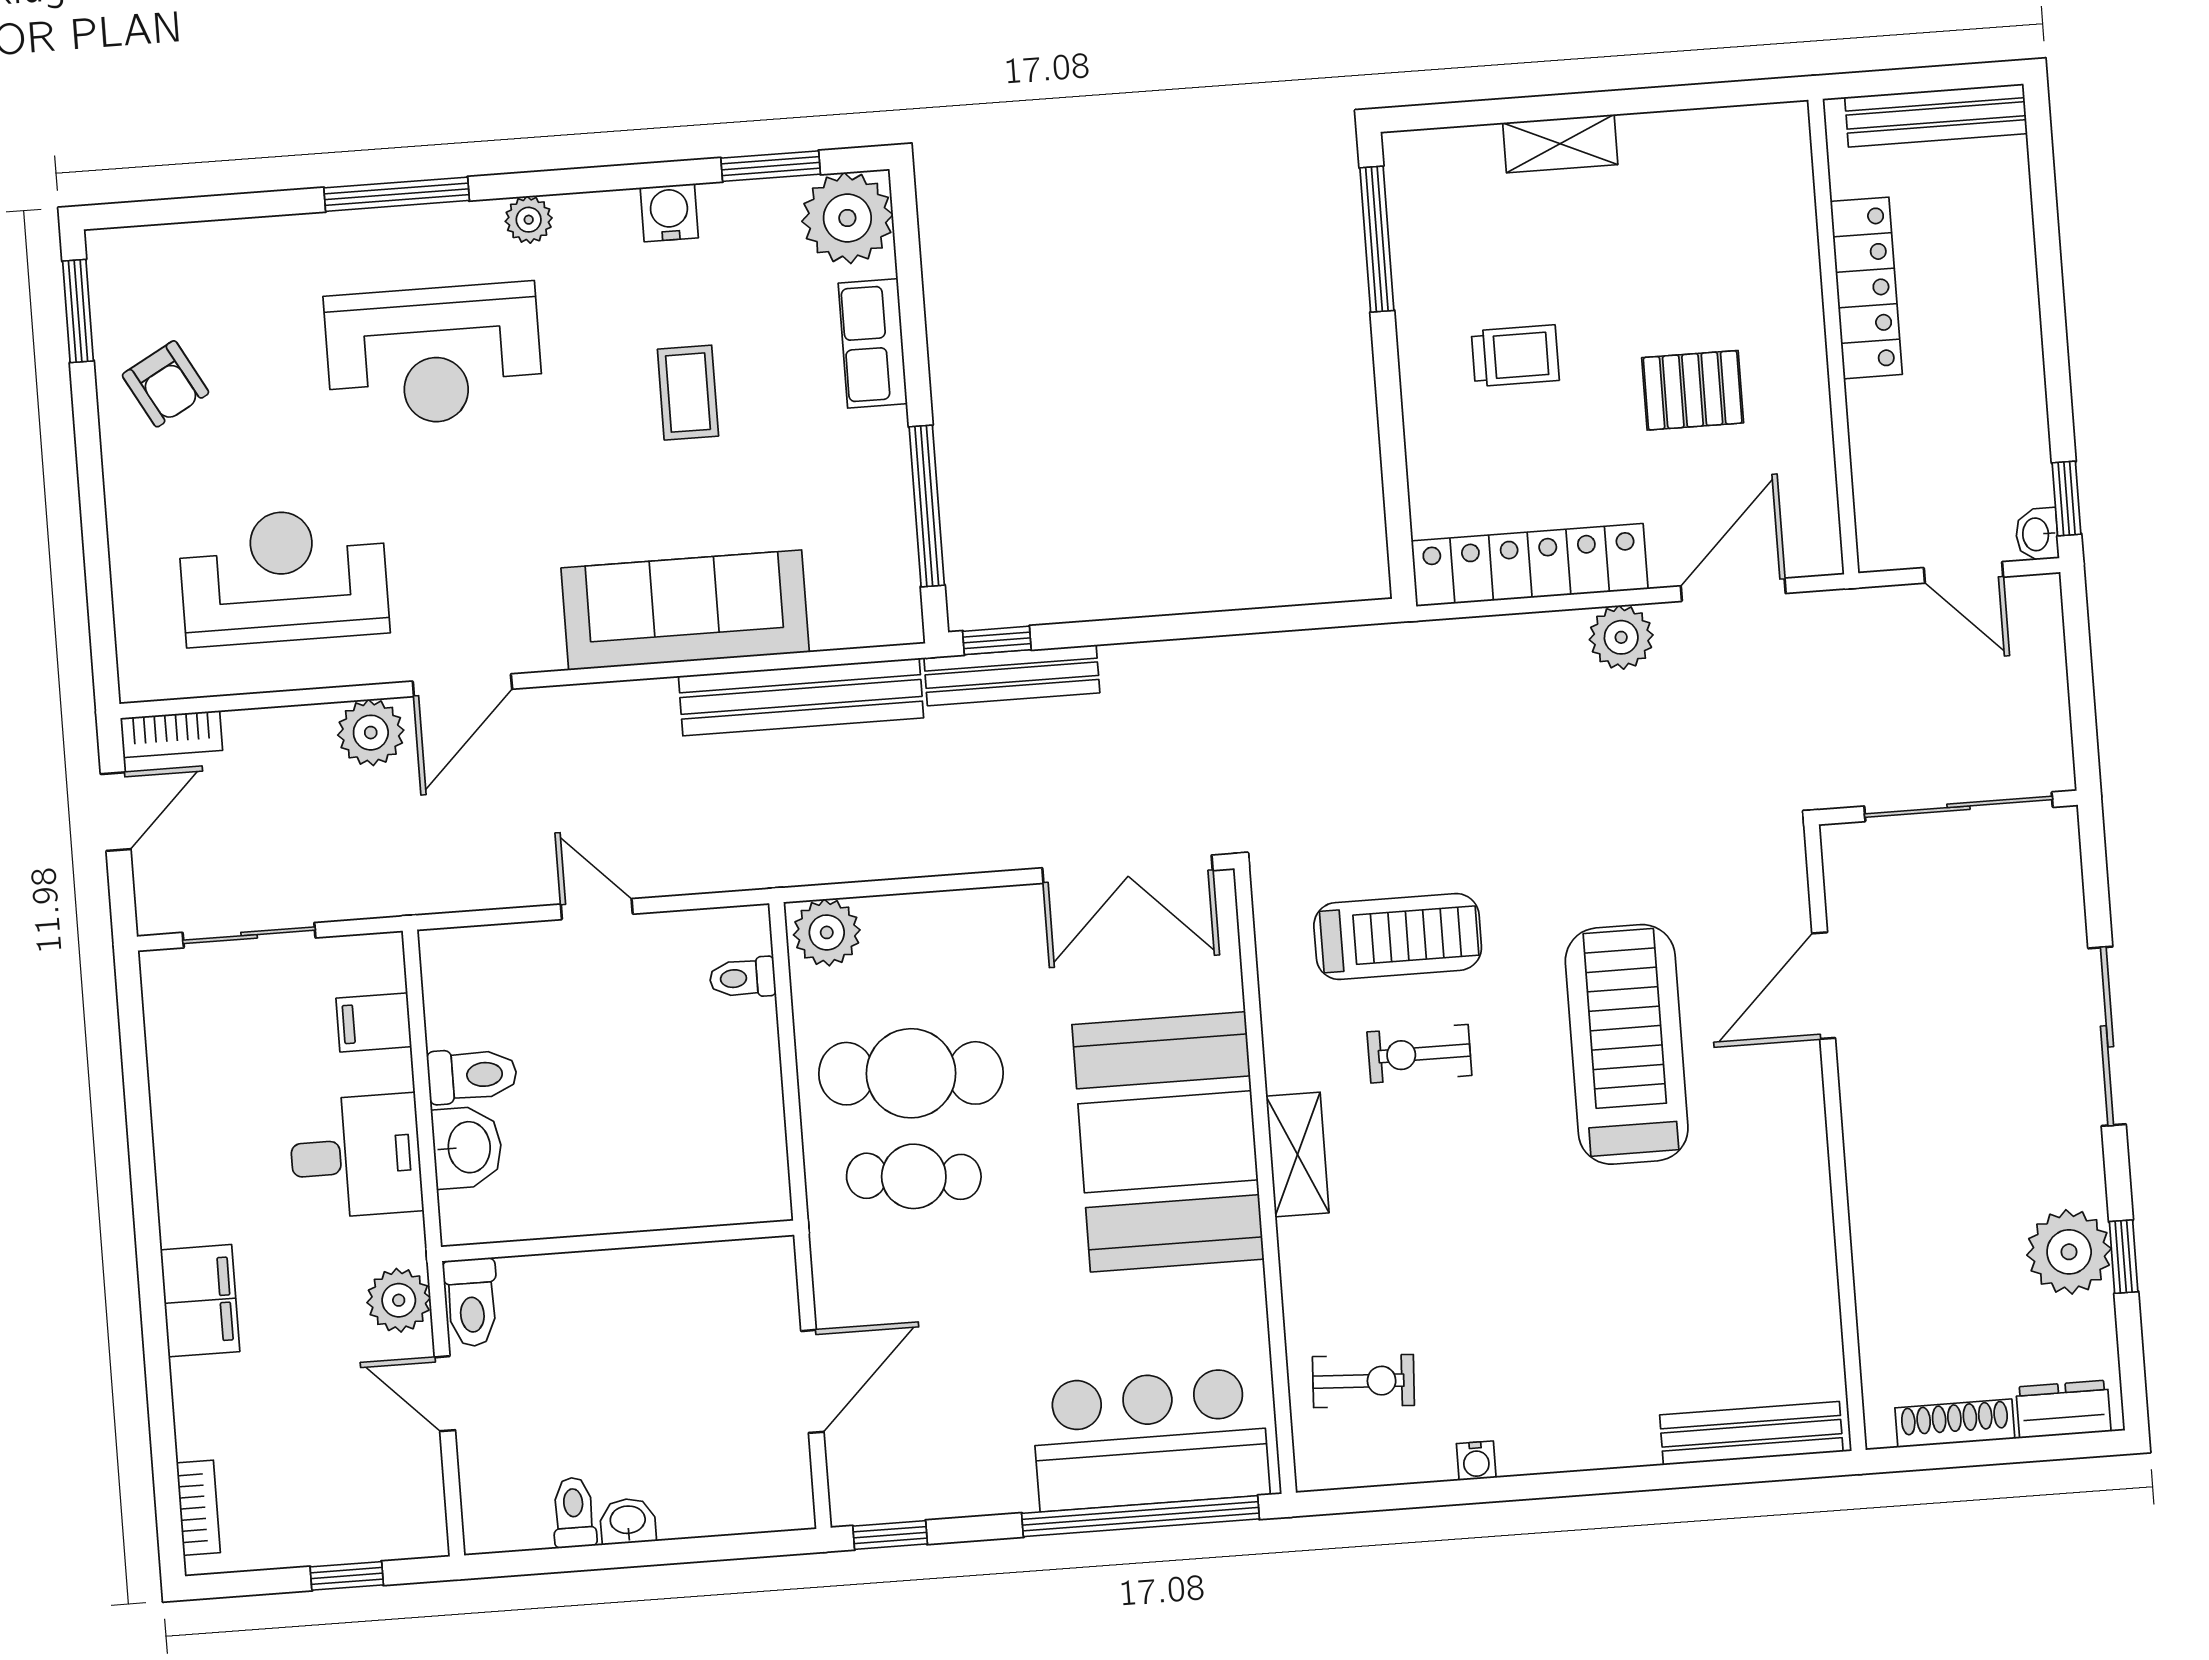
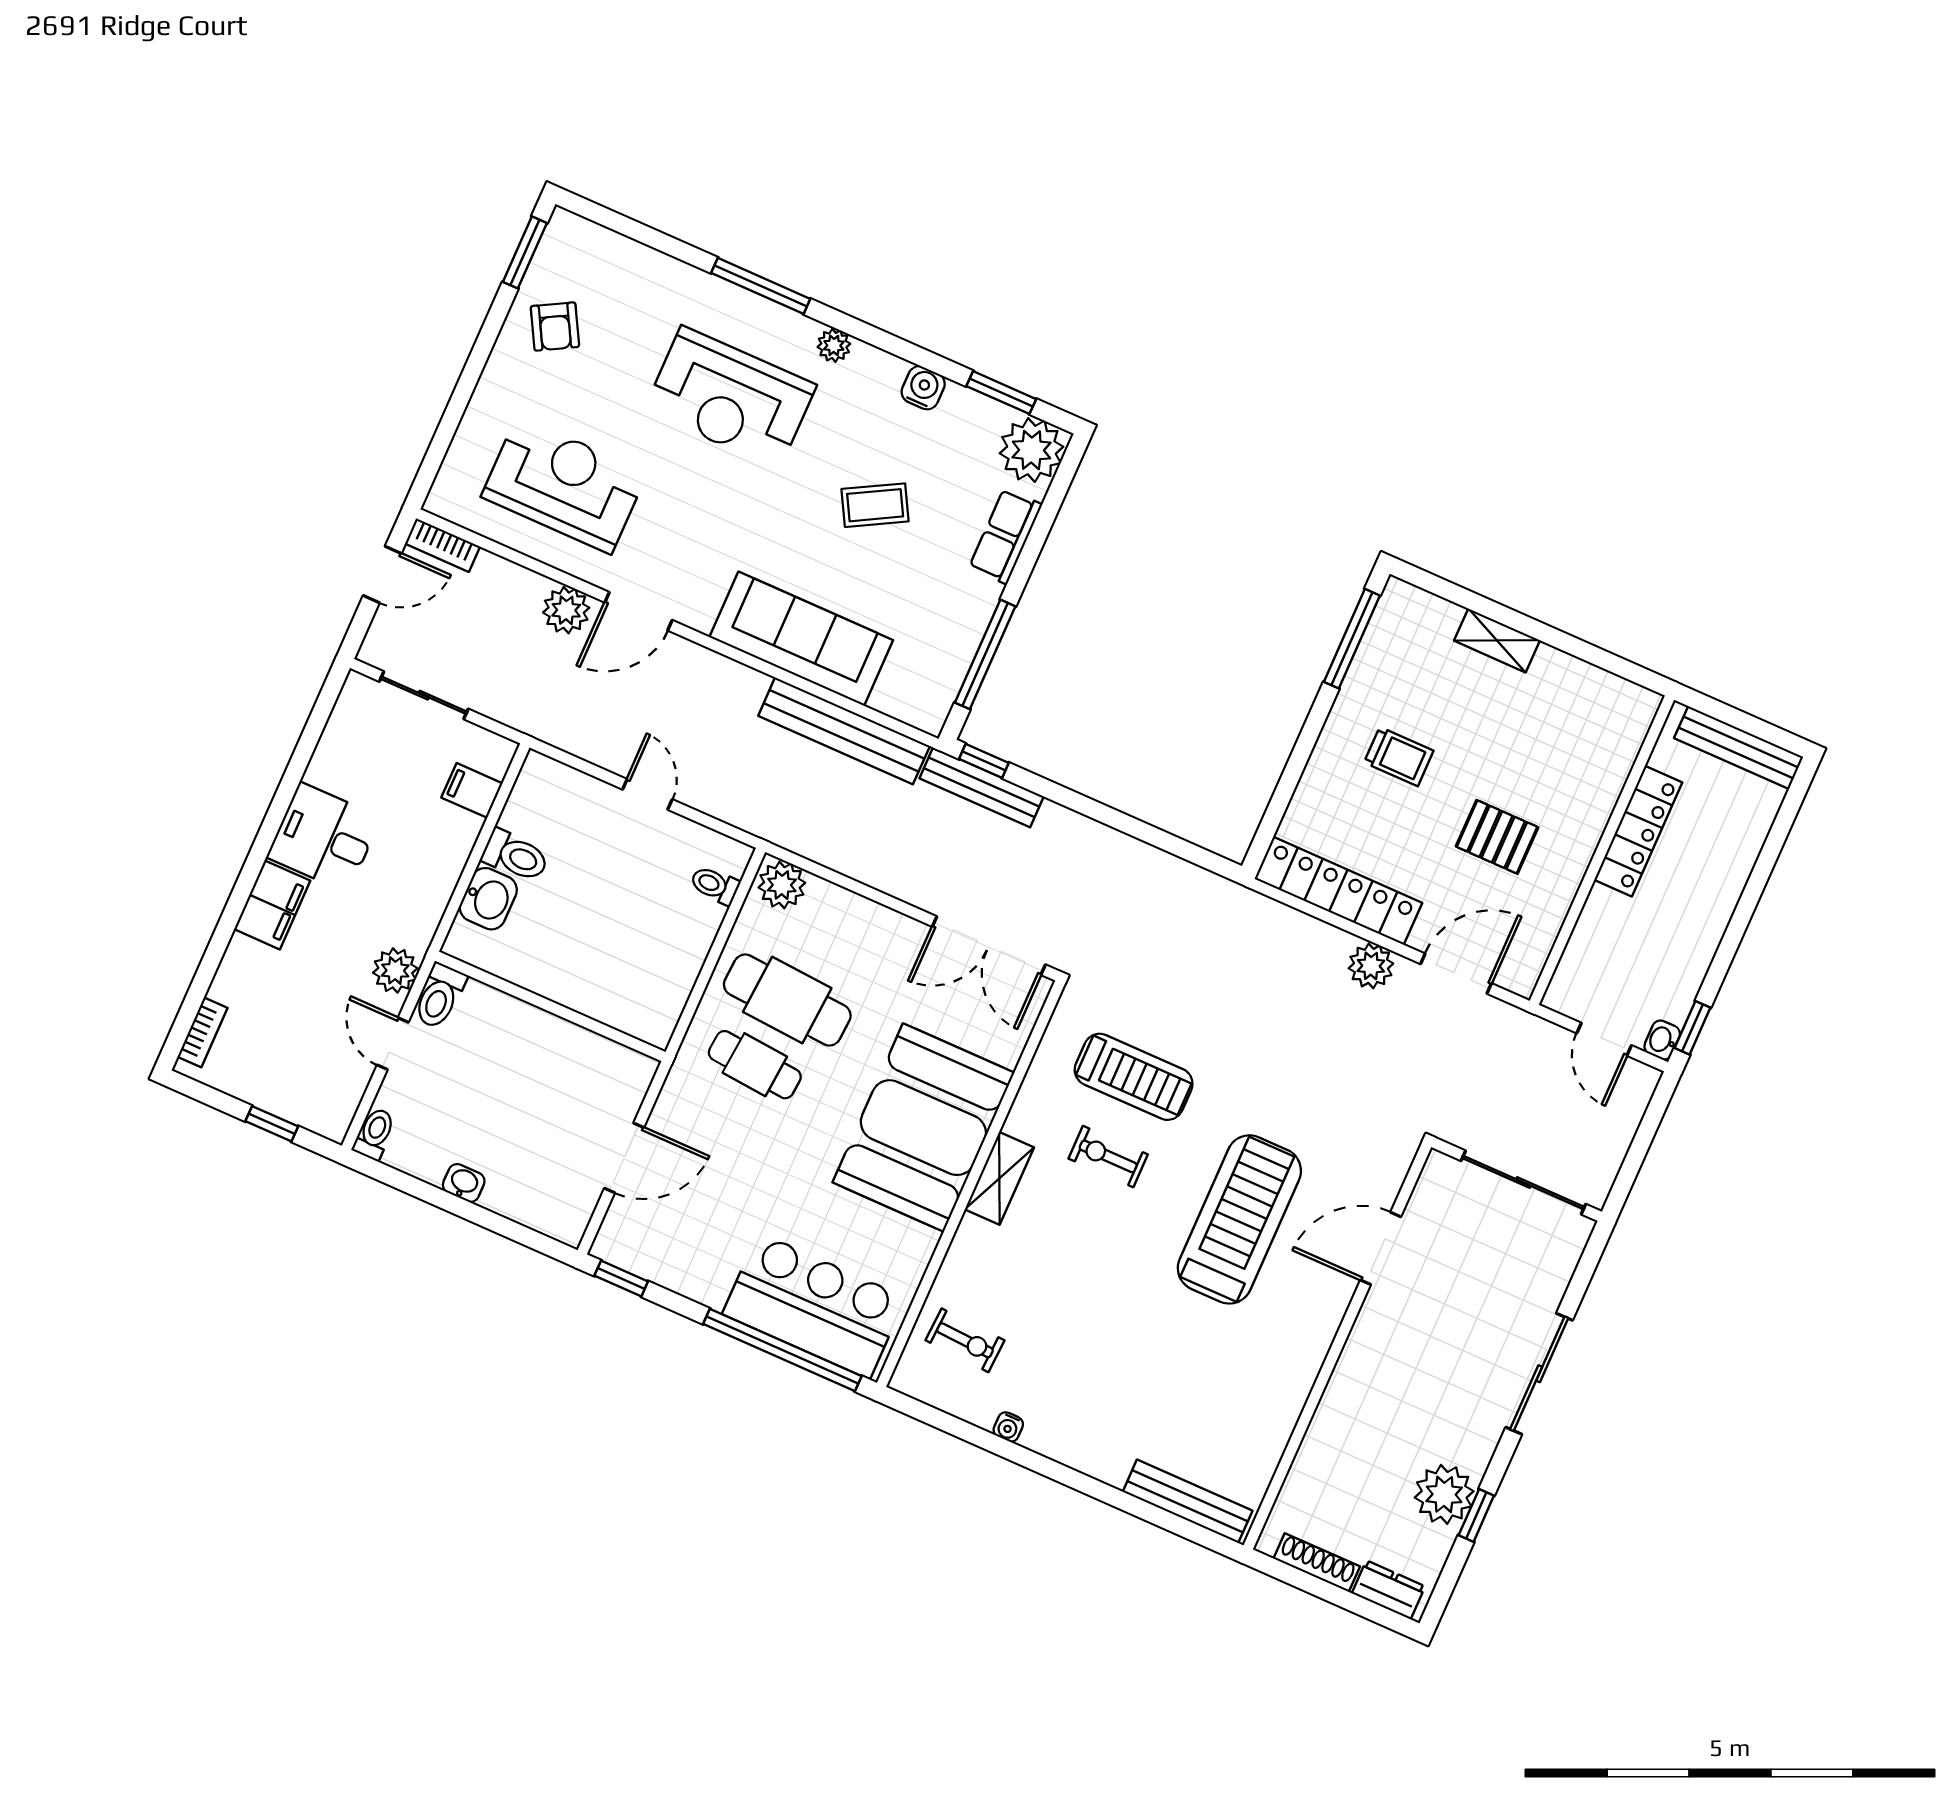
coffee table: (688, 393) -> (875, 505), turned 61
desk: (356, 1156) -> (324, 837), moved, turned 180
toilet: (574, 1512) -> (375, 1134), moved

